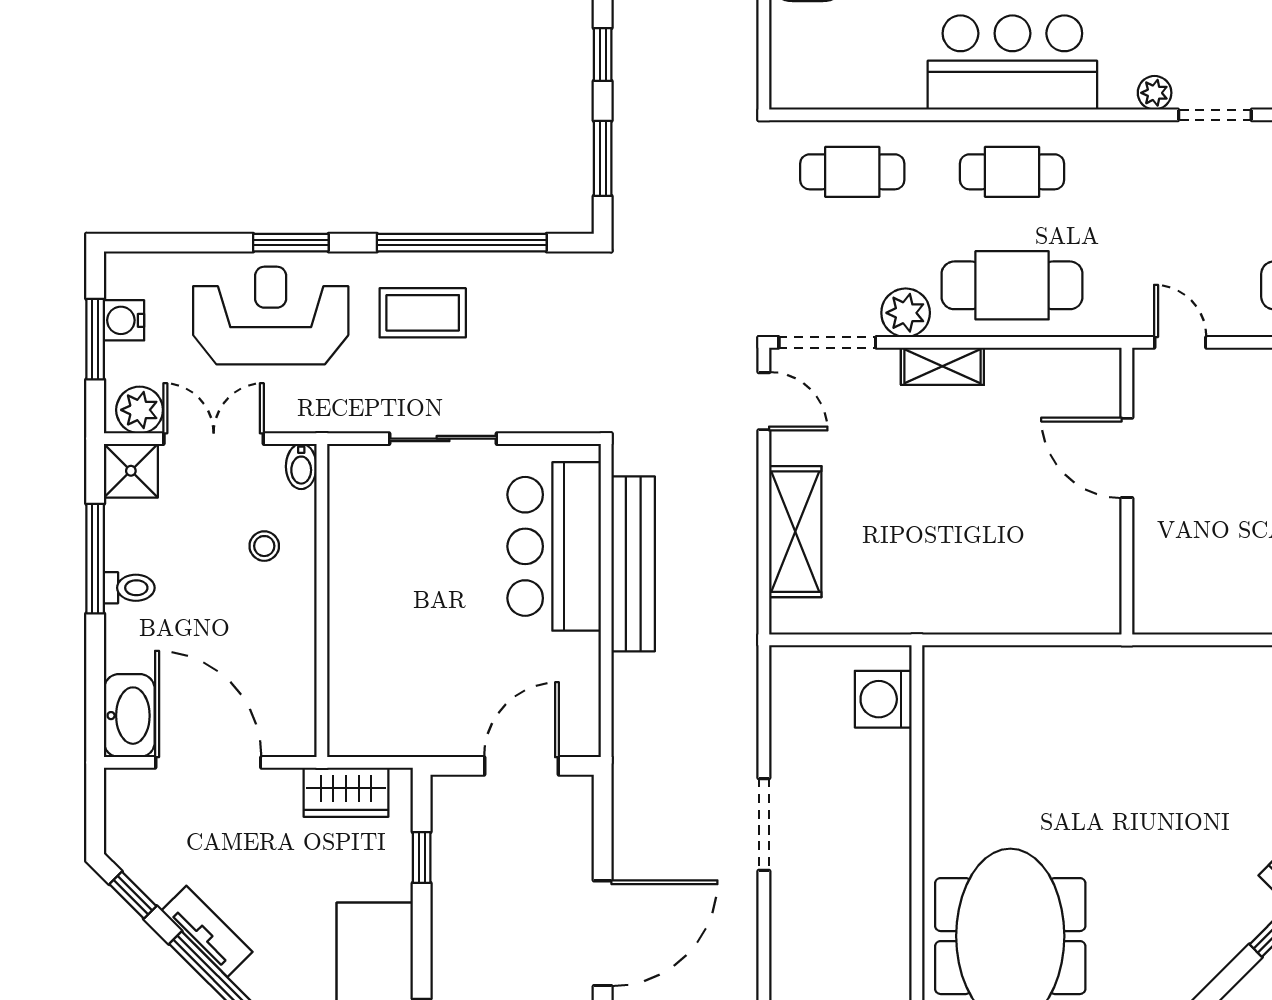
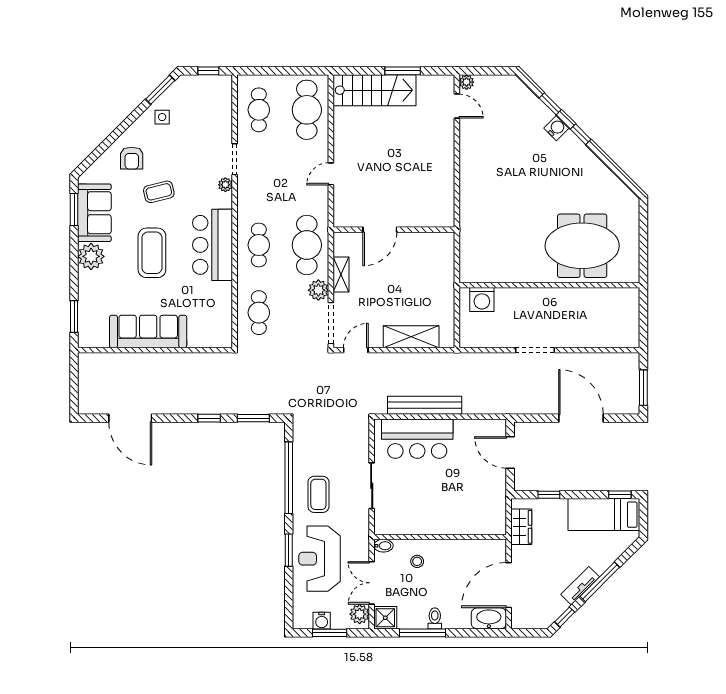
door: (1127, 458) -> (380, 230), moved
wall: (1127, 491) -> (394, 230), moved

